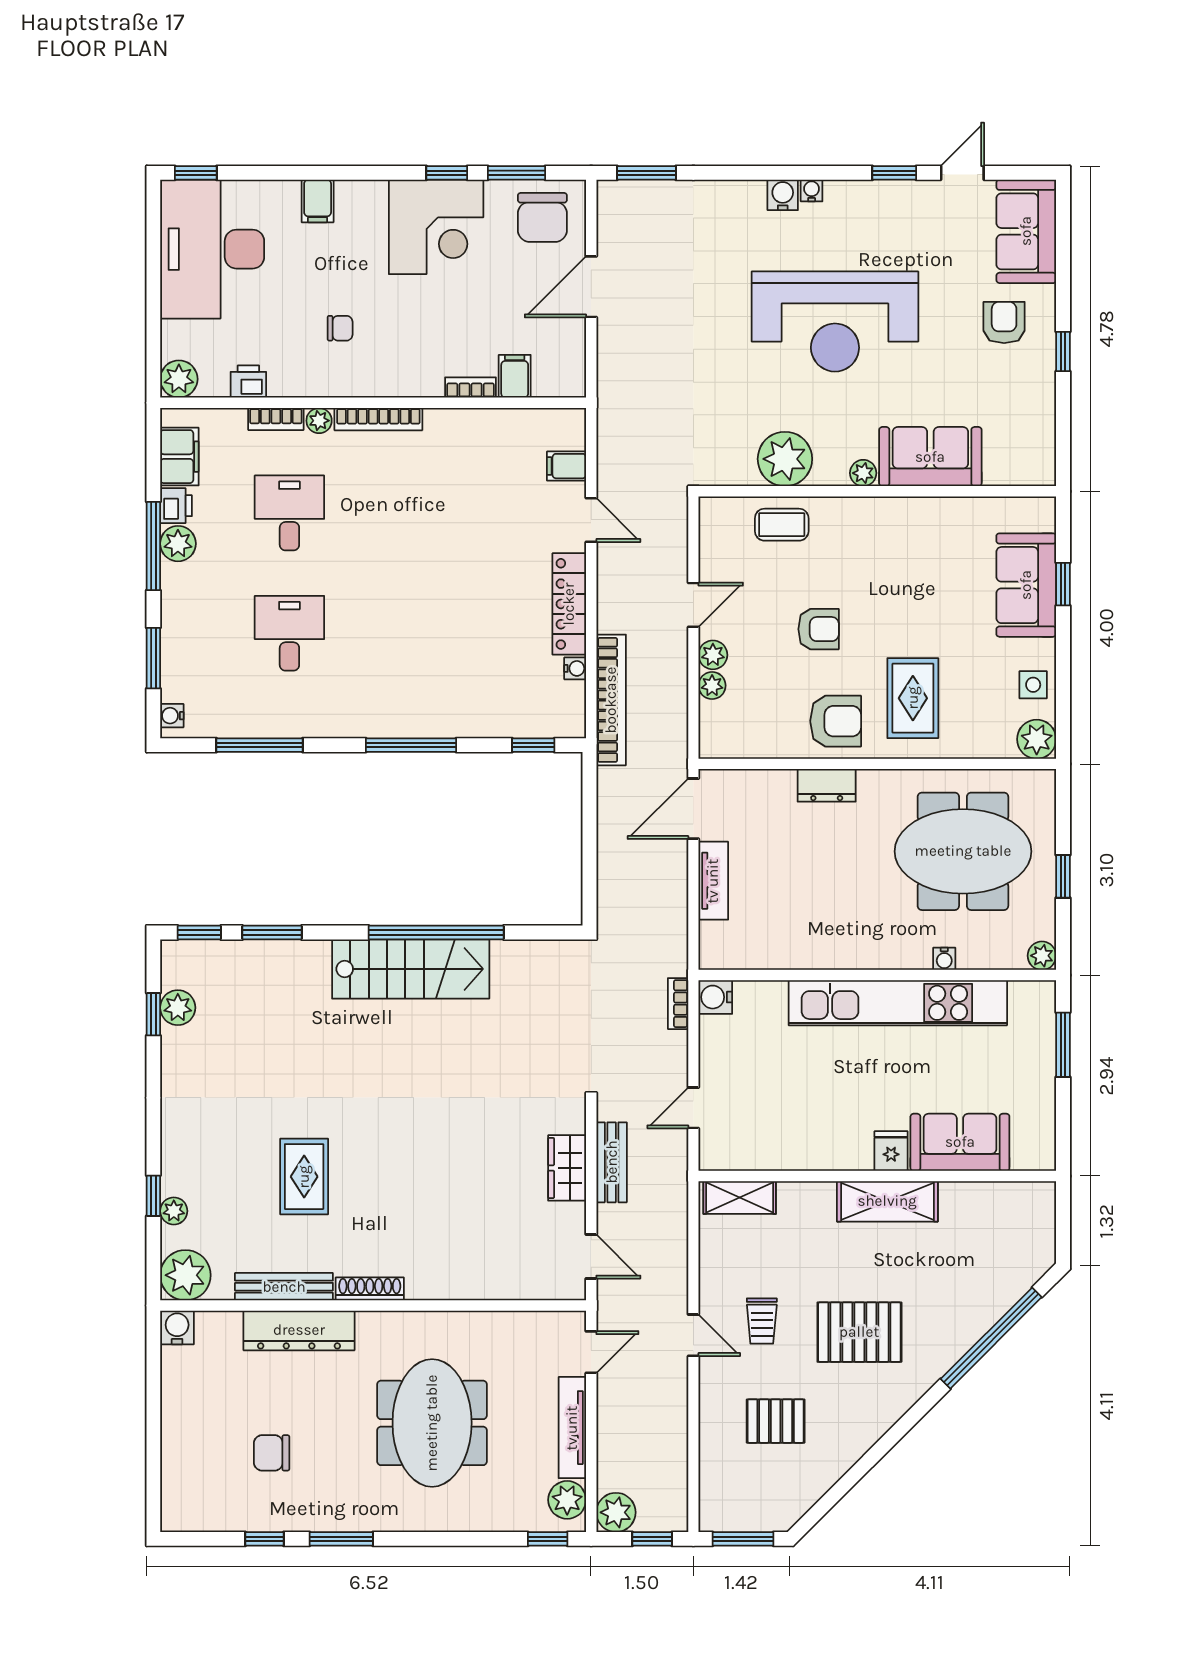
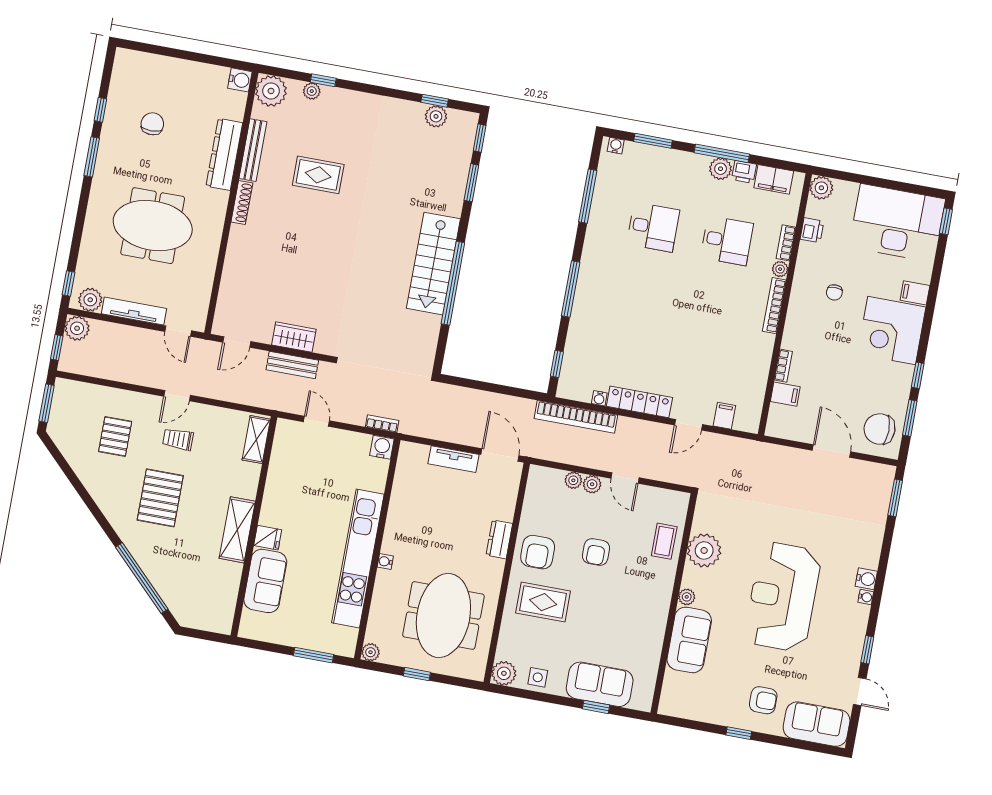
corner desk: (436, 227) -> (892, 330), moved
water cooler: (944, 959) -> (385, 561), moved

